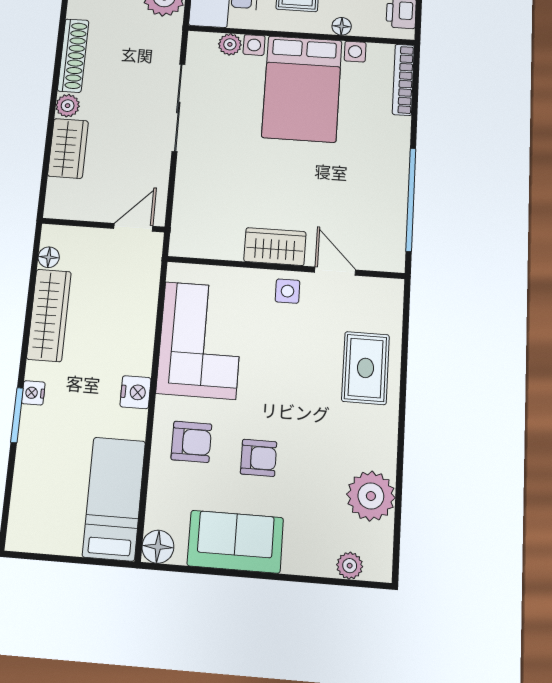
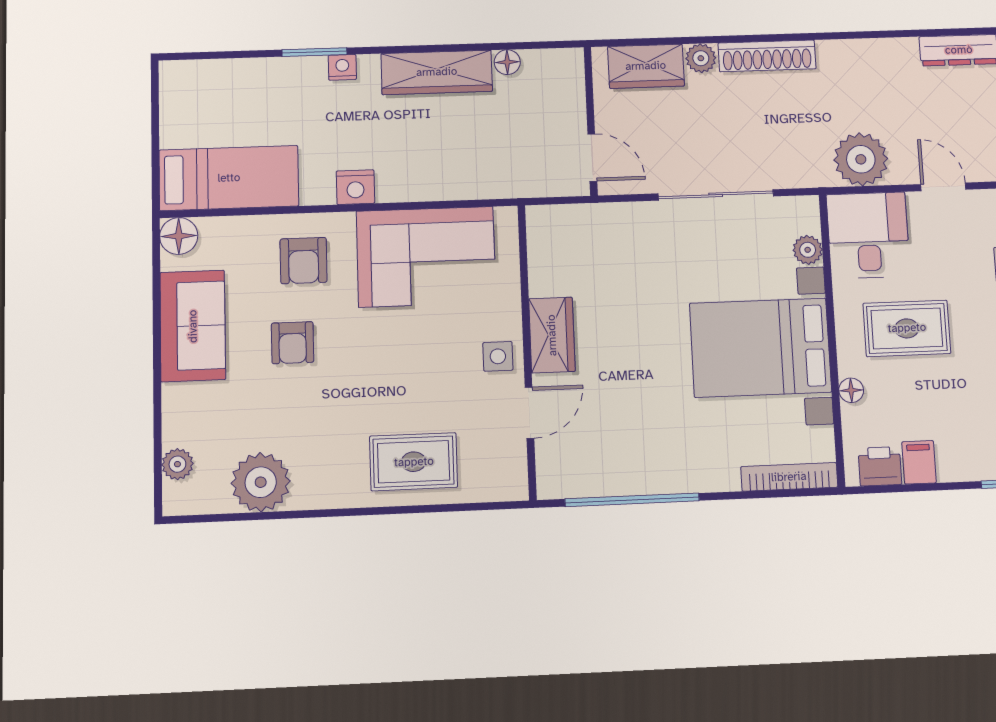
wall: (103, 225) -> (591, 121), moved
door: (133, 227) -> (592, 158), moved

